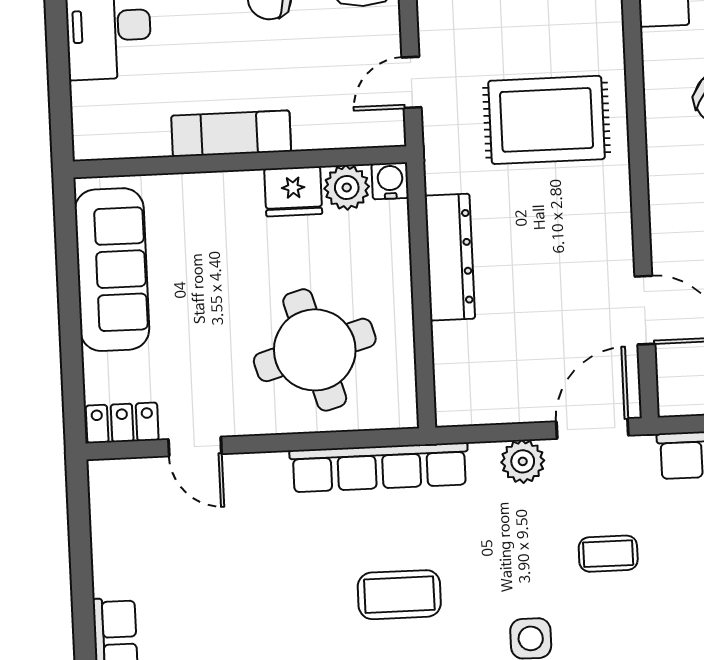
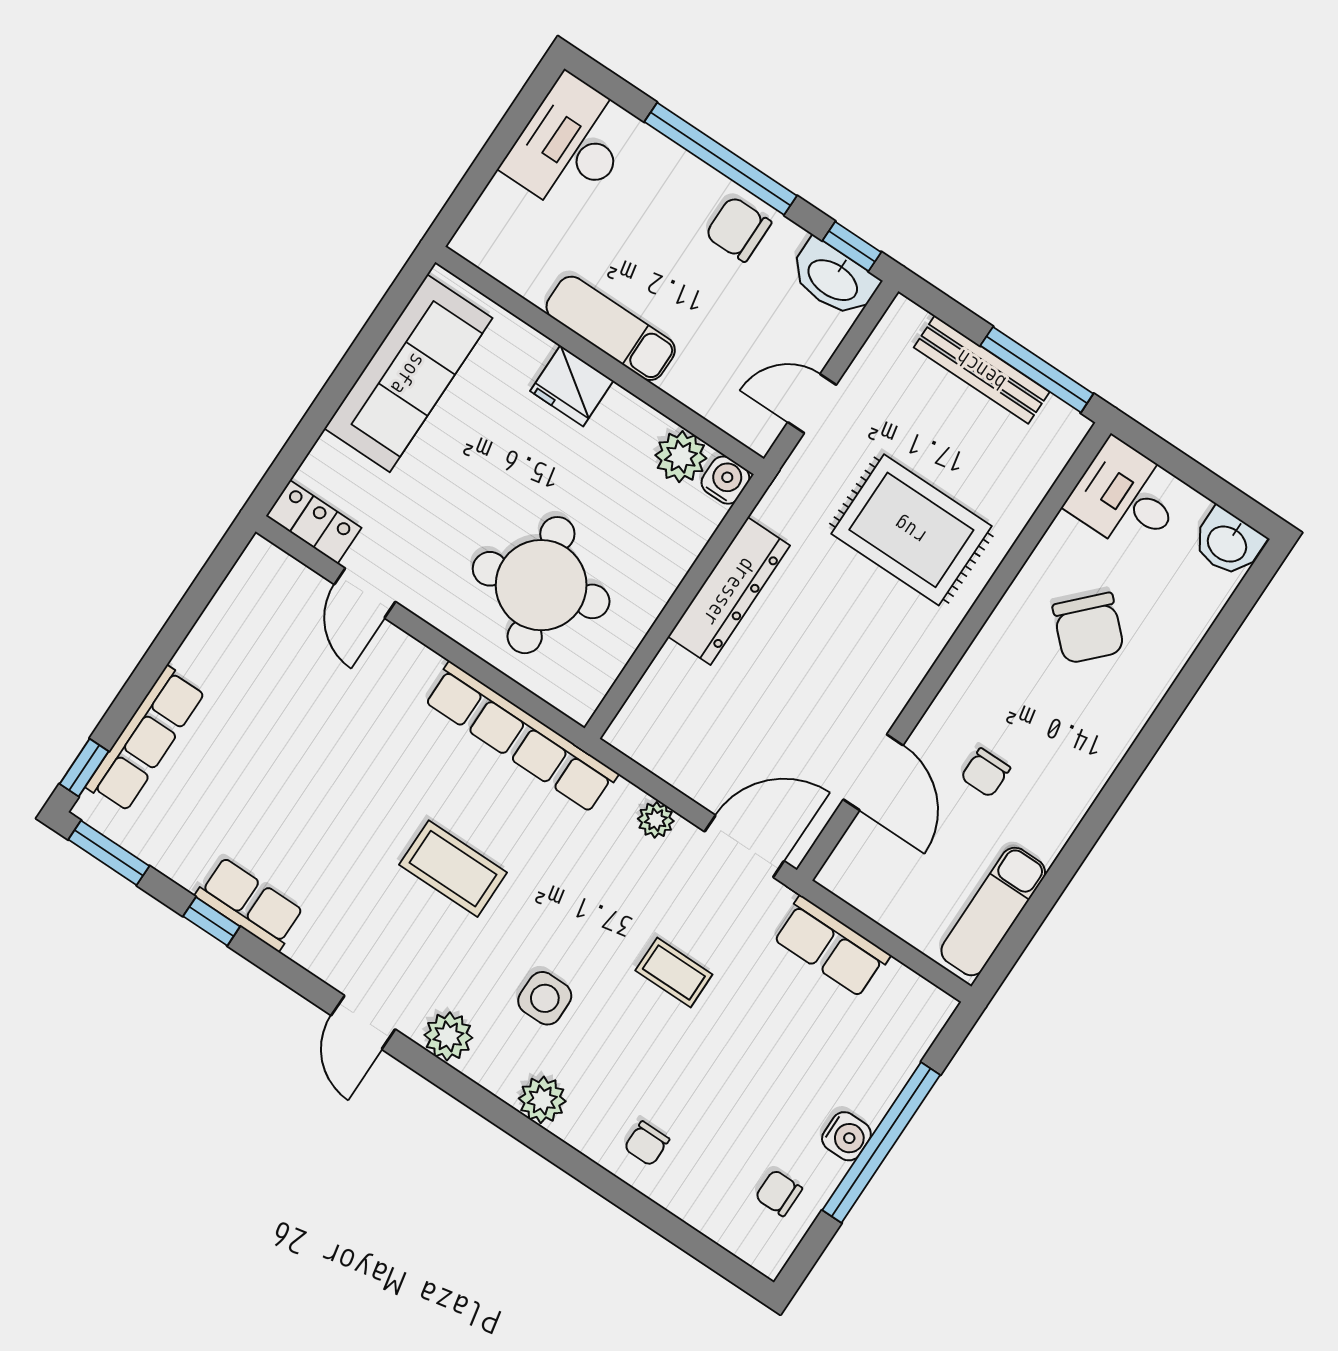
fridge: (293, 191) -> (572, 386), moved
plant: (523, 461) -> (656, 820), width x0.73, depth x0.73

